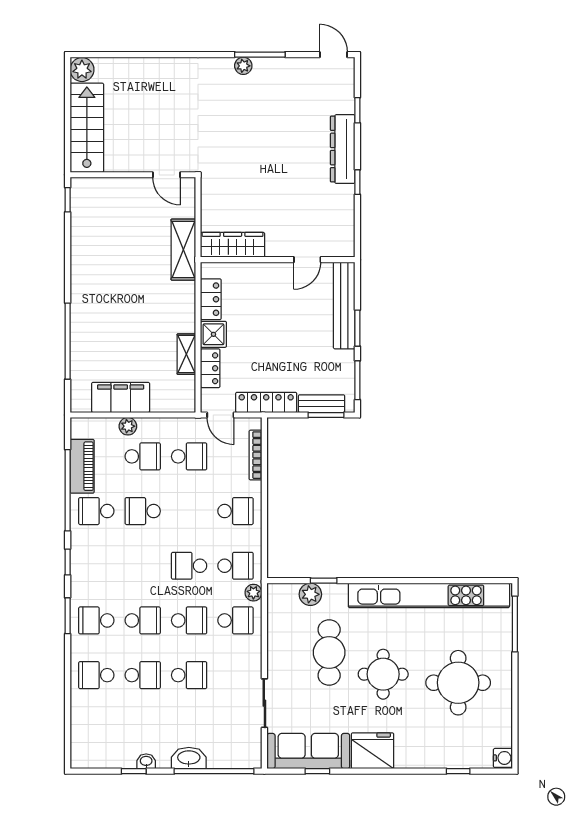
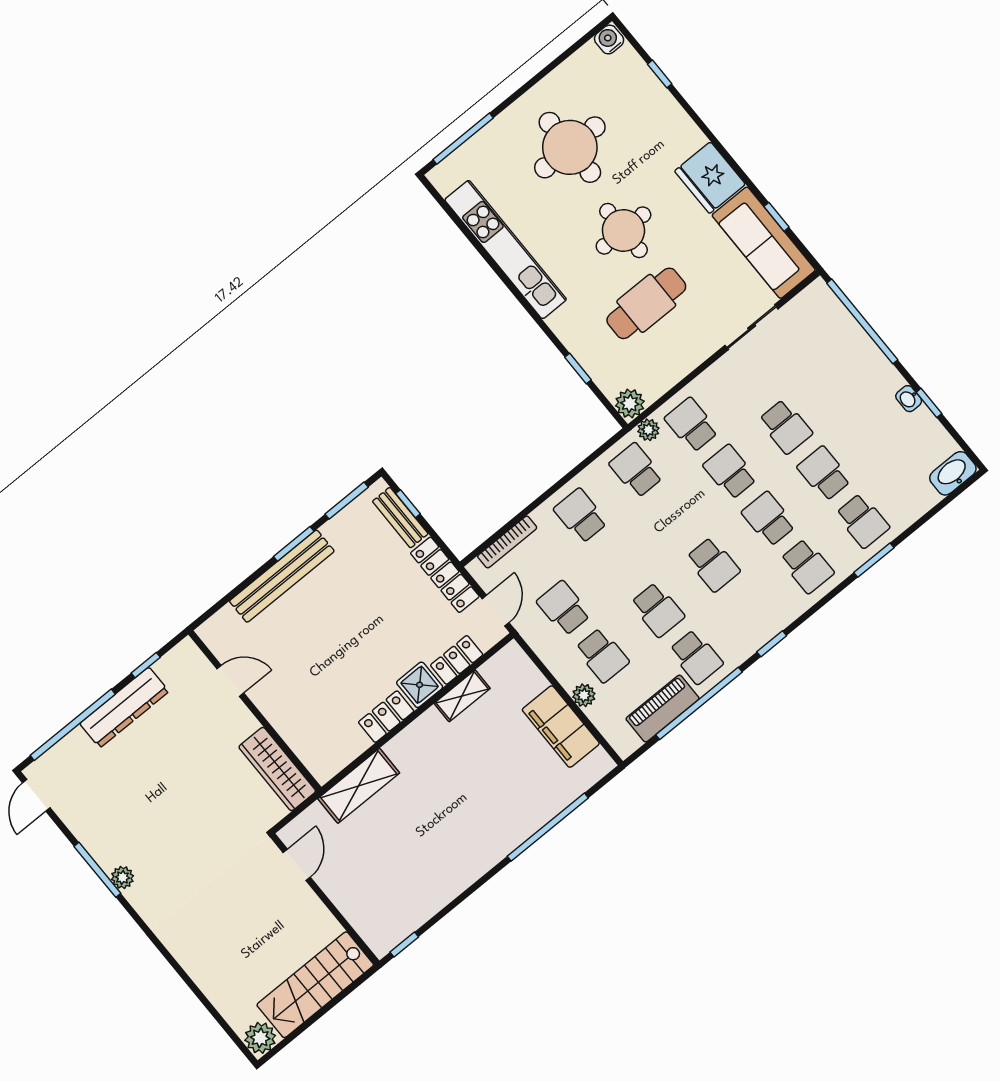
window: (357, 110) -> (73, 725), width x3.17
wardrobe: (233, 245) -> (277, 769), moved
wall: (278, 260) -> (255, 711), moved
door: (307, 260) -> (230, 681), moved
window: (326, 415) -> (408, 504), width x0.67
school desk: (143, 456) -> (602, 655), turned 180
school desk: (189, 566) -> (713, 564), moved
plant: (310, 594) -> (630, 404), moved
kitchen unit: (429, 595) -> (506, 250), width x0.73
window: (68, 616) -> (874, 560), moved
school desk: (189, 675) -> (786, 427), turned 180
washbasin: (189, 758) -> (953, 473), moved, turned 90

